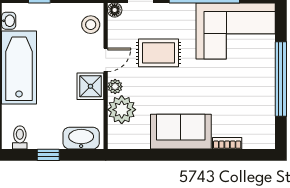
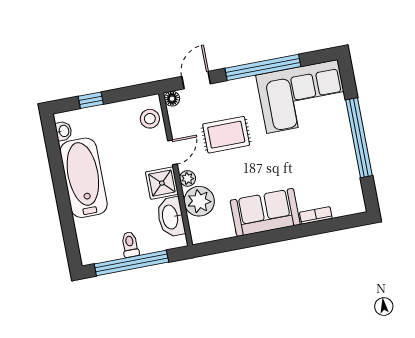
toilet: (20, 137) -> (130, 244), moved
washbasin: (81, 138) -> (171, 217), moved, turned -90
window: (48, 155) -> (131, 263), width x3.17

